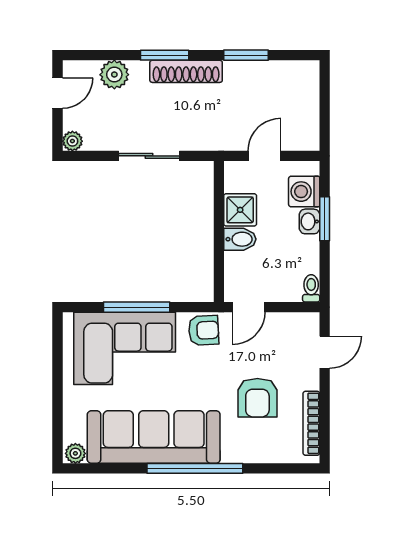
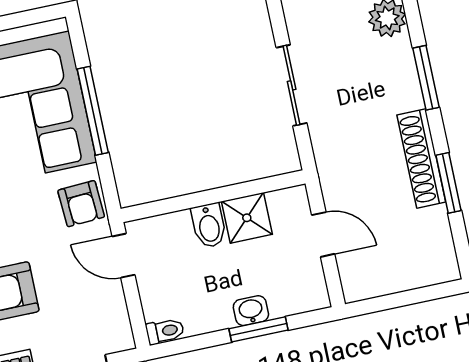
shoe rack: (186, 71) -> (421, 158), moved
washing machine: (304, 192) -> (288, 296), removed

